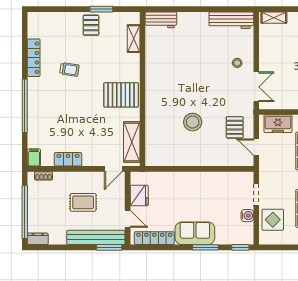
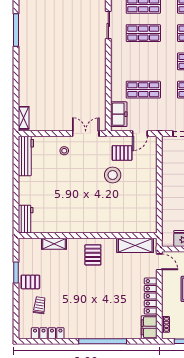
shelving: (134, 39) -> (54, 244), moved
locker: (34, 58) -> (48, 333), moved
trolley: (69, 69) -> (40, 305), moved
pallet: (121, 95) -> (93, 255), width x0.67, depth x0.71
stool: (193, 122) -> (113, 175), moved
filing cabinet: (34, 158) -> (149, 327), width x2.00
locker: (68, 159) -> (151, 296), width x1.53

